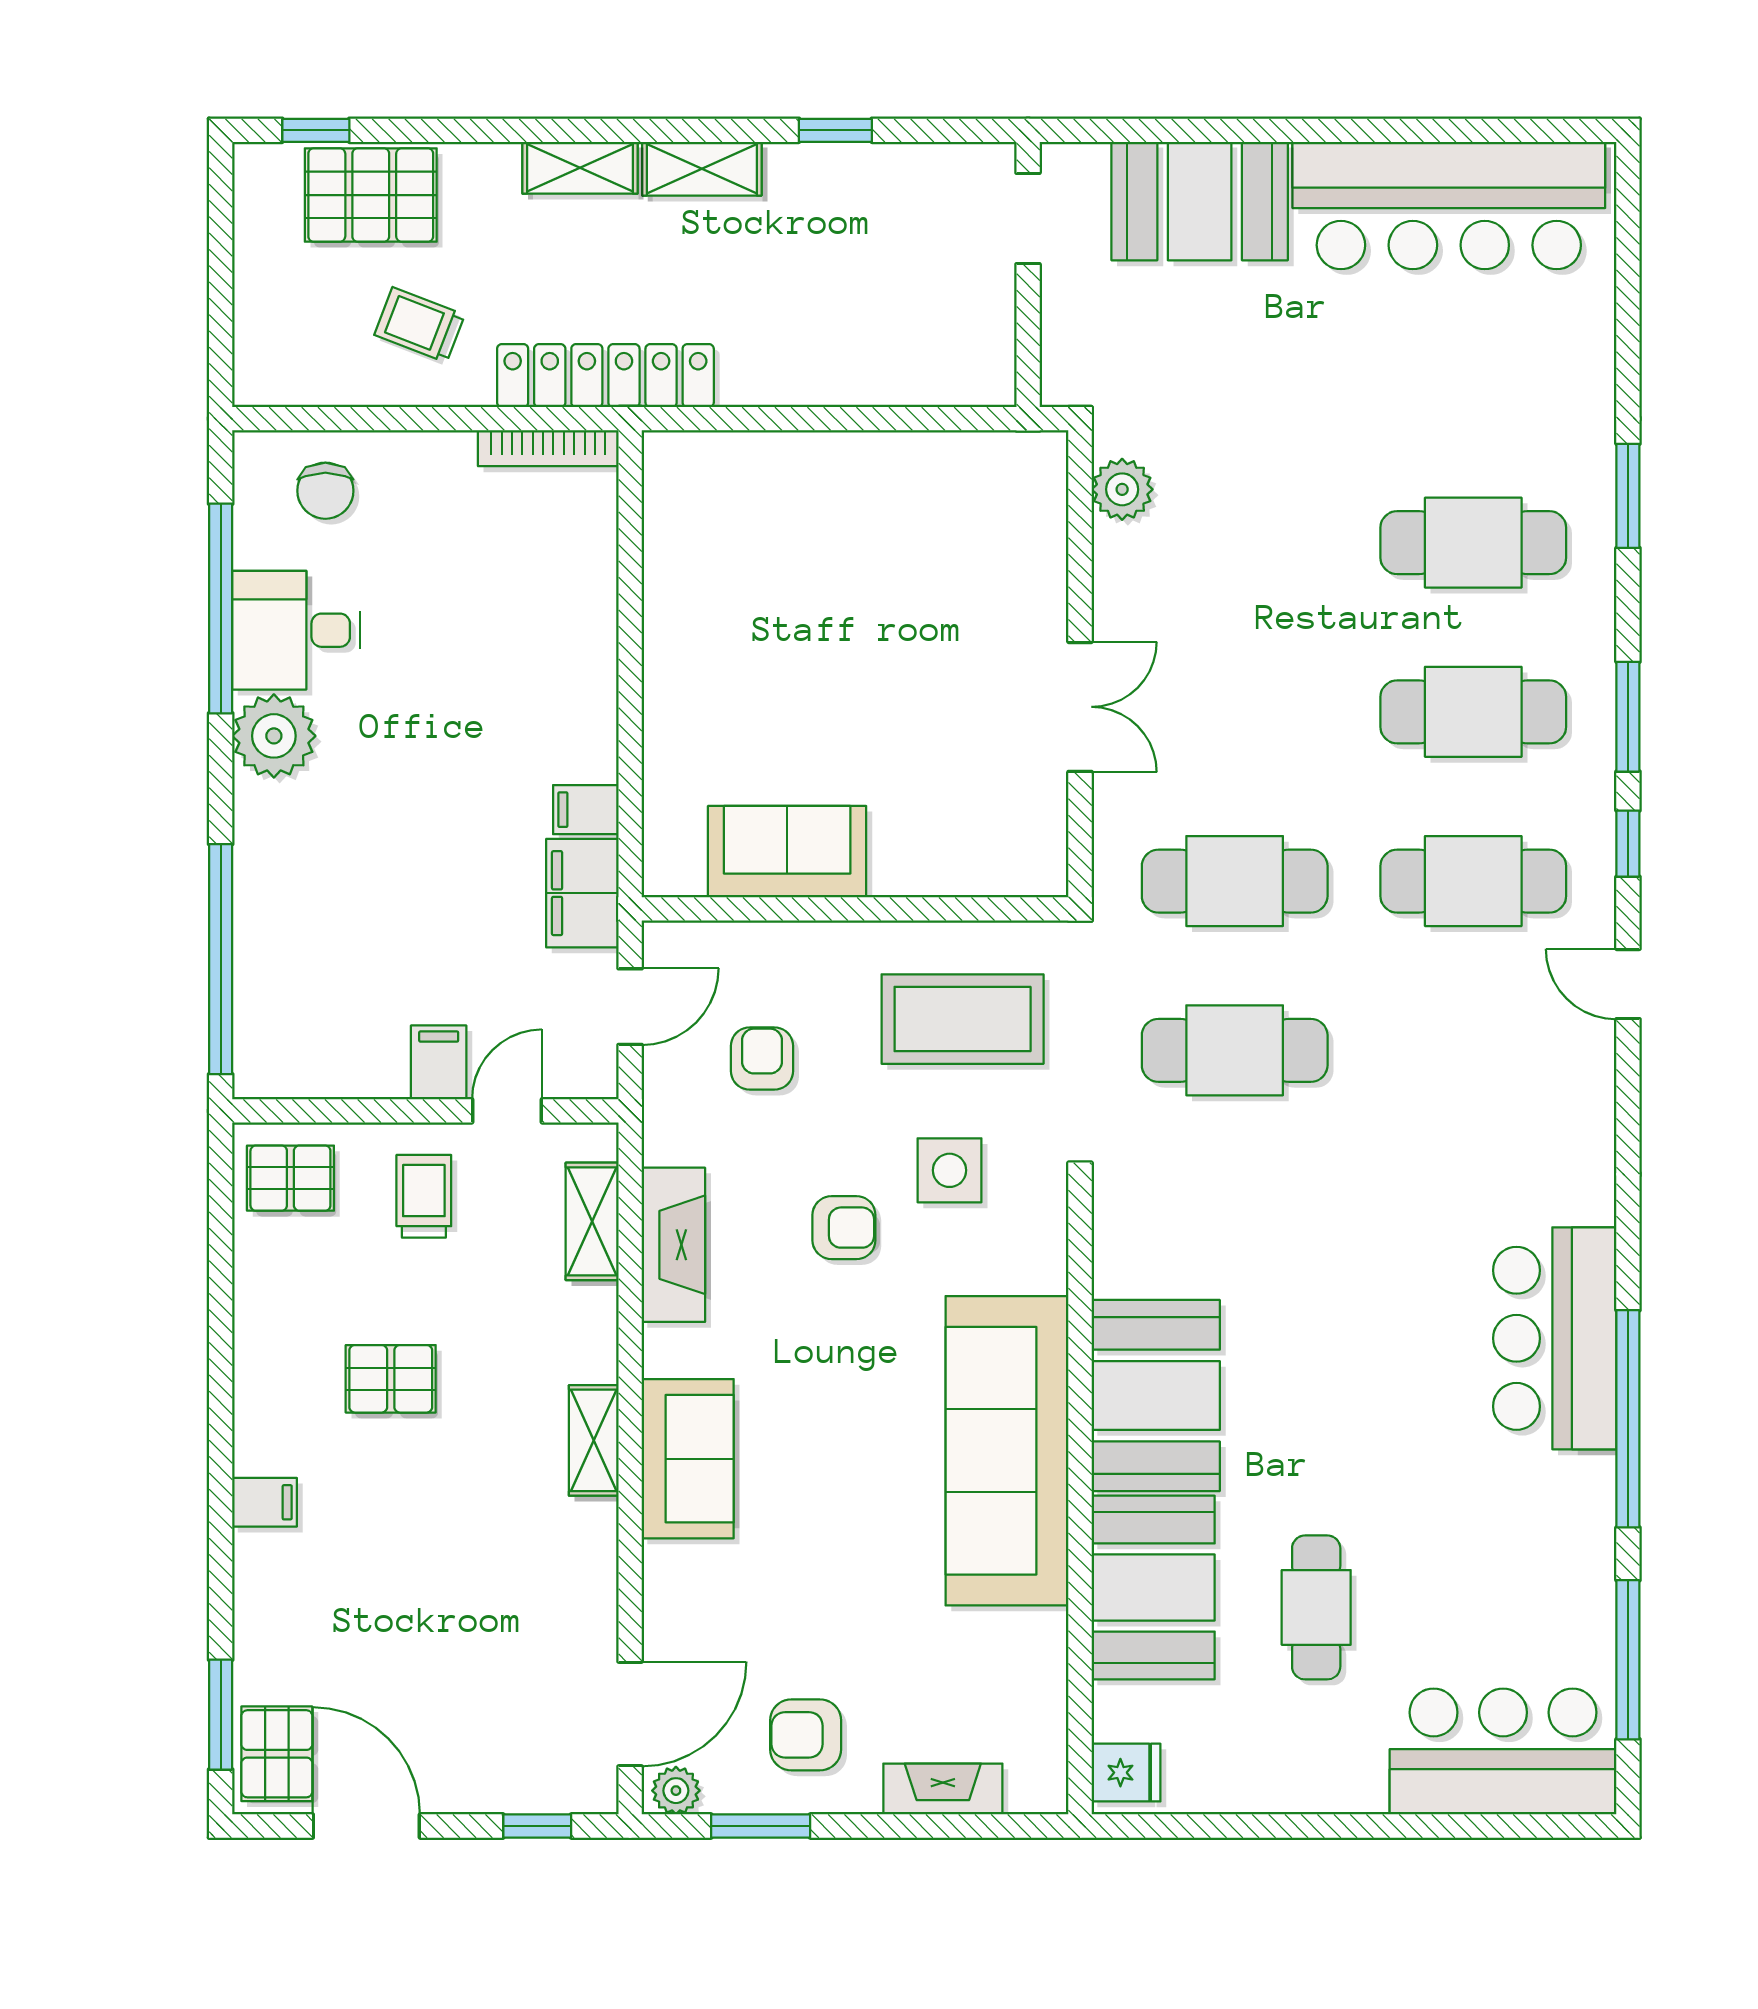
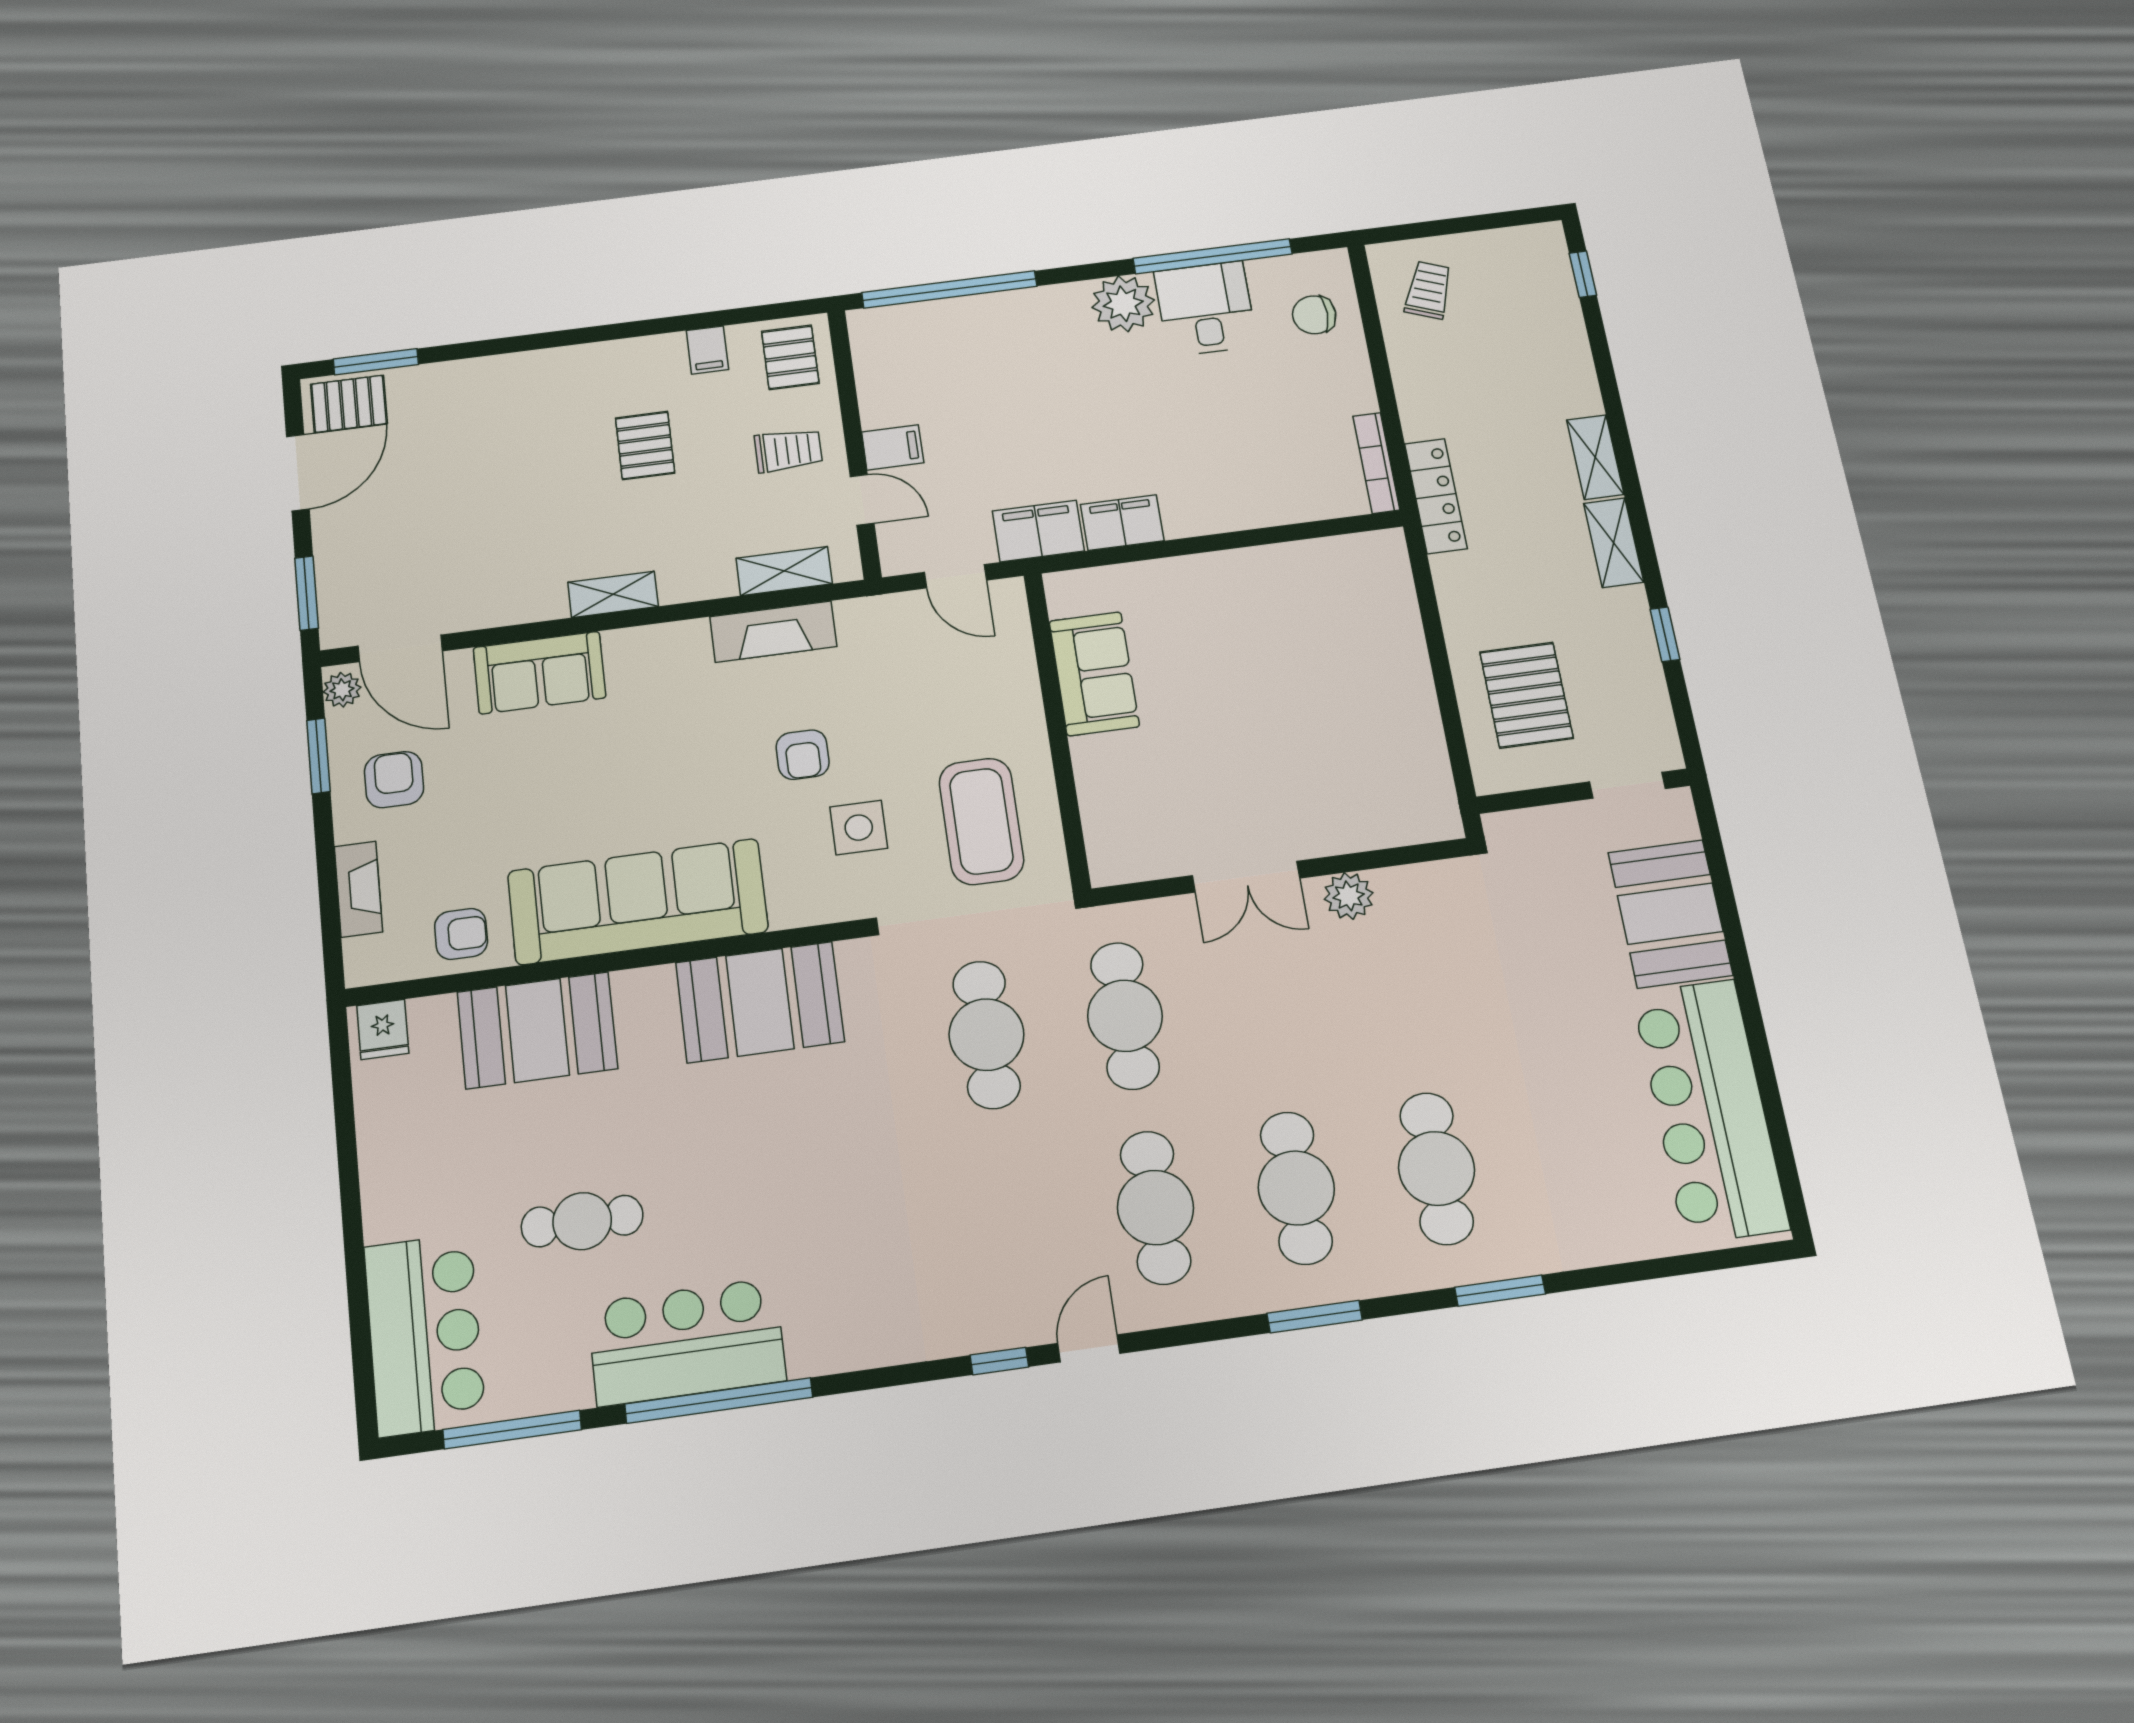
pallet: (371, 195) -> (1526, 695), moved
trolley: (420, 325) -> (1428, 290), moved
locker: (605, 376) -> (1436, 496), width x0.71, depth x0.83
plant: (1122, 489) -> (1349, 896), moved
filing cabinet: (586, 810) -> (1122, 523), width x2.00
window: (1628, 844) -> (999, 1361), moved
armchair: (762, 1059) -> (461, 934), moved
bar counter: (1555, 1338) -> (687, 1342), moved
booth: (1156, 1396) -> (760, 1002), moved
sofa: (688, 1459) -> (539, 673), moved
filing cabinet: (265, 1502) -> (707, 350), moved
cafe table: (1316, 1607) -> (582, 1221), moved
window: (537, 1826) -> (307, 593), width x1.50

